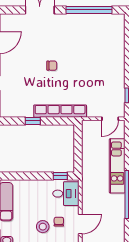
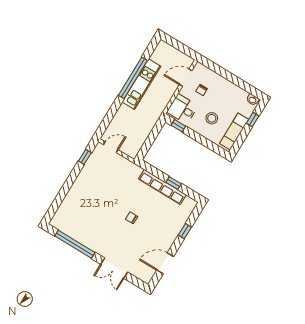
row of seats: (60, 111) -> (162, 187), moved
kitchen unit: (117, 166) -> (141, 84), moved
stool: (43, 227) -> (212, 118), moved

